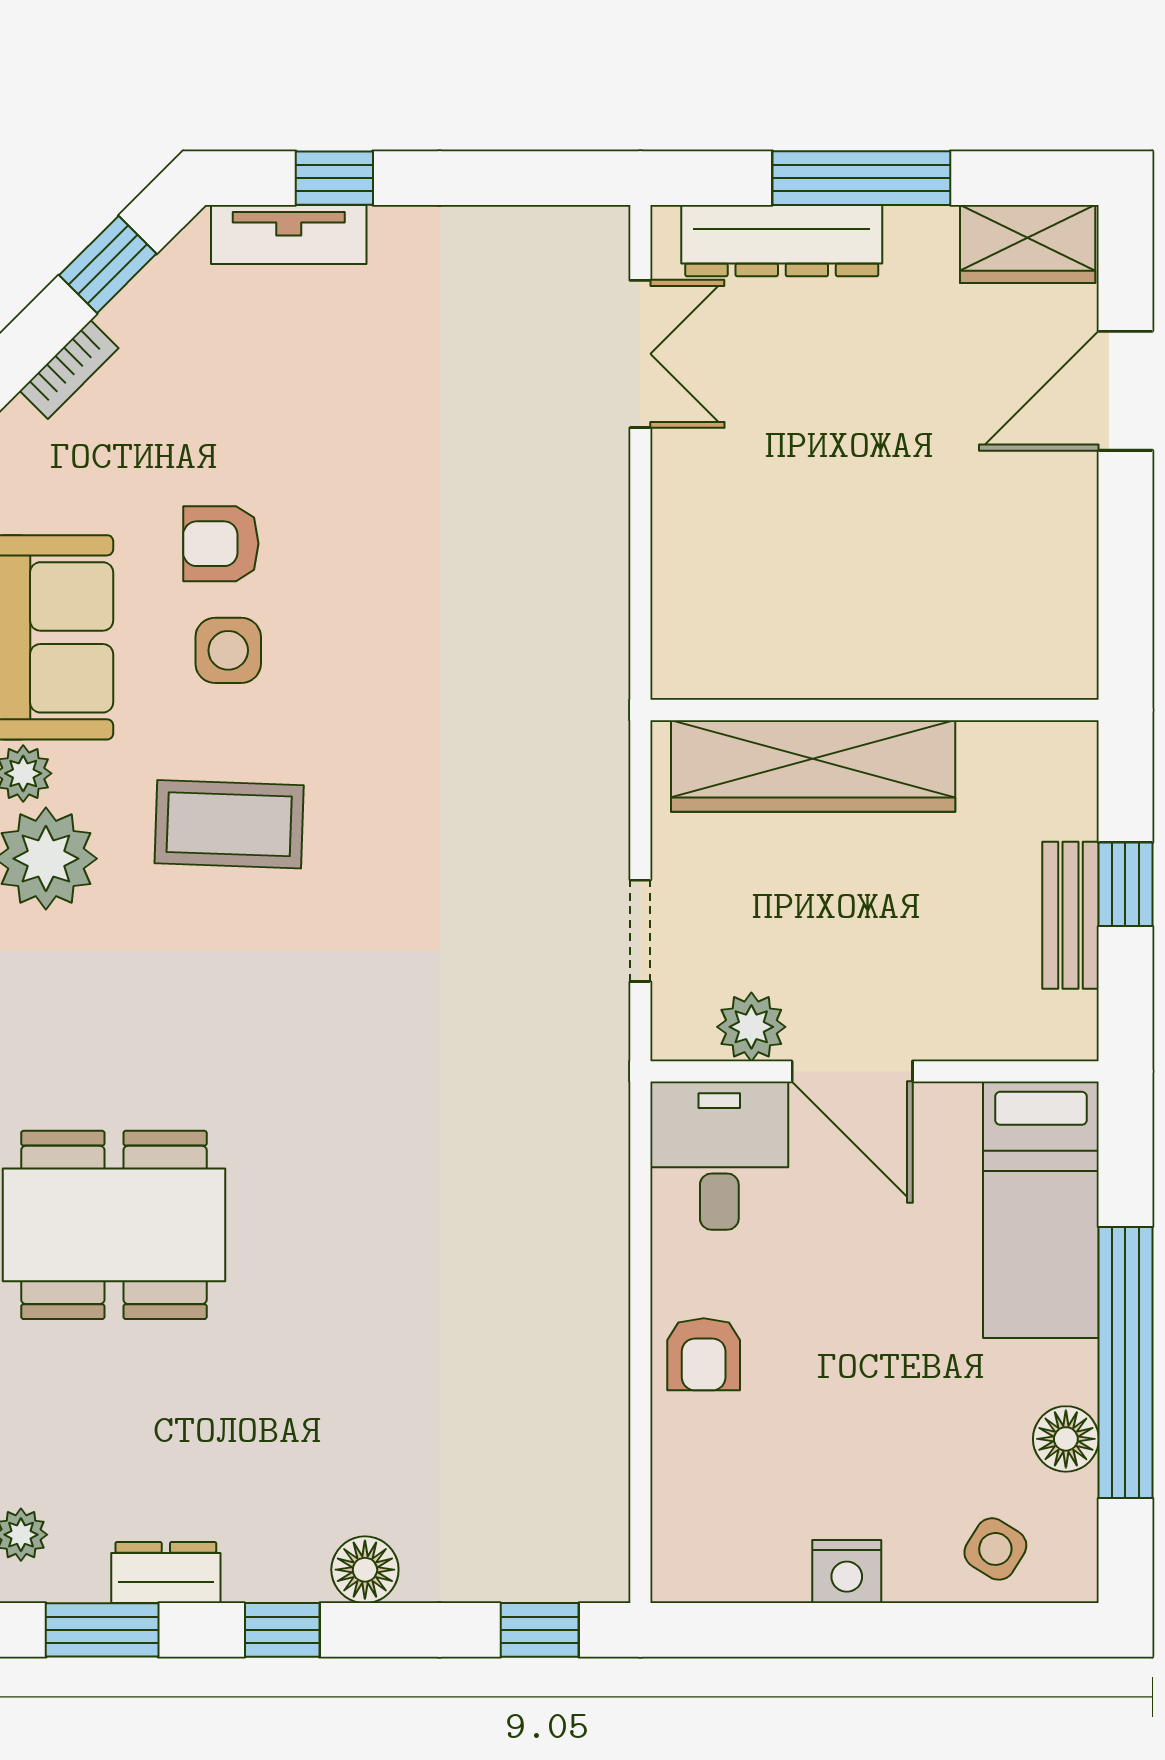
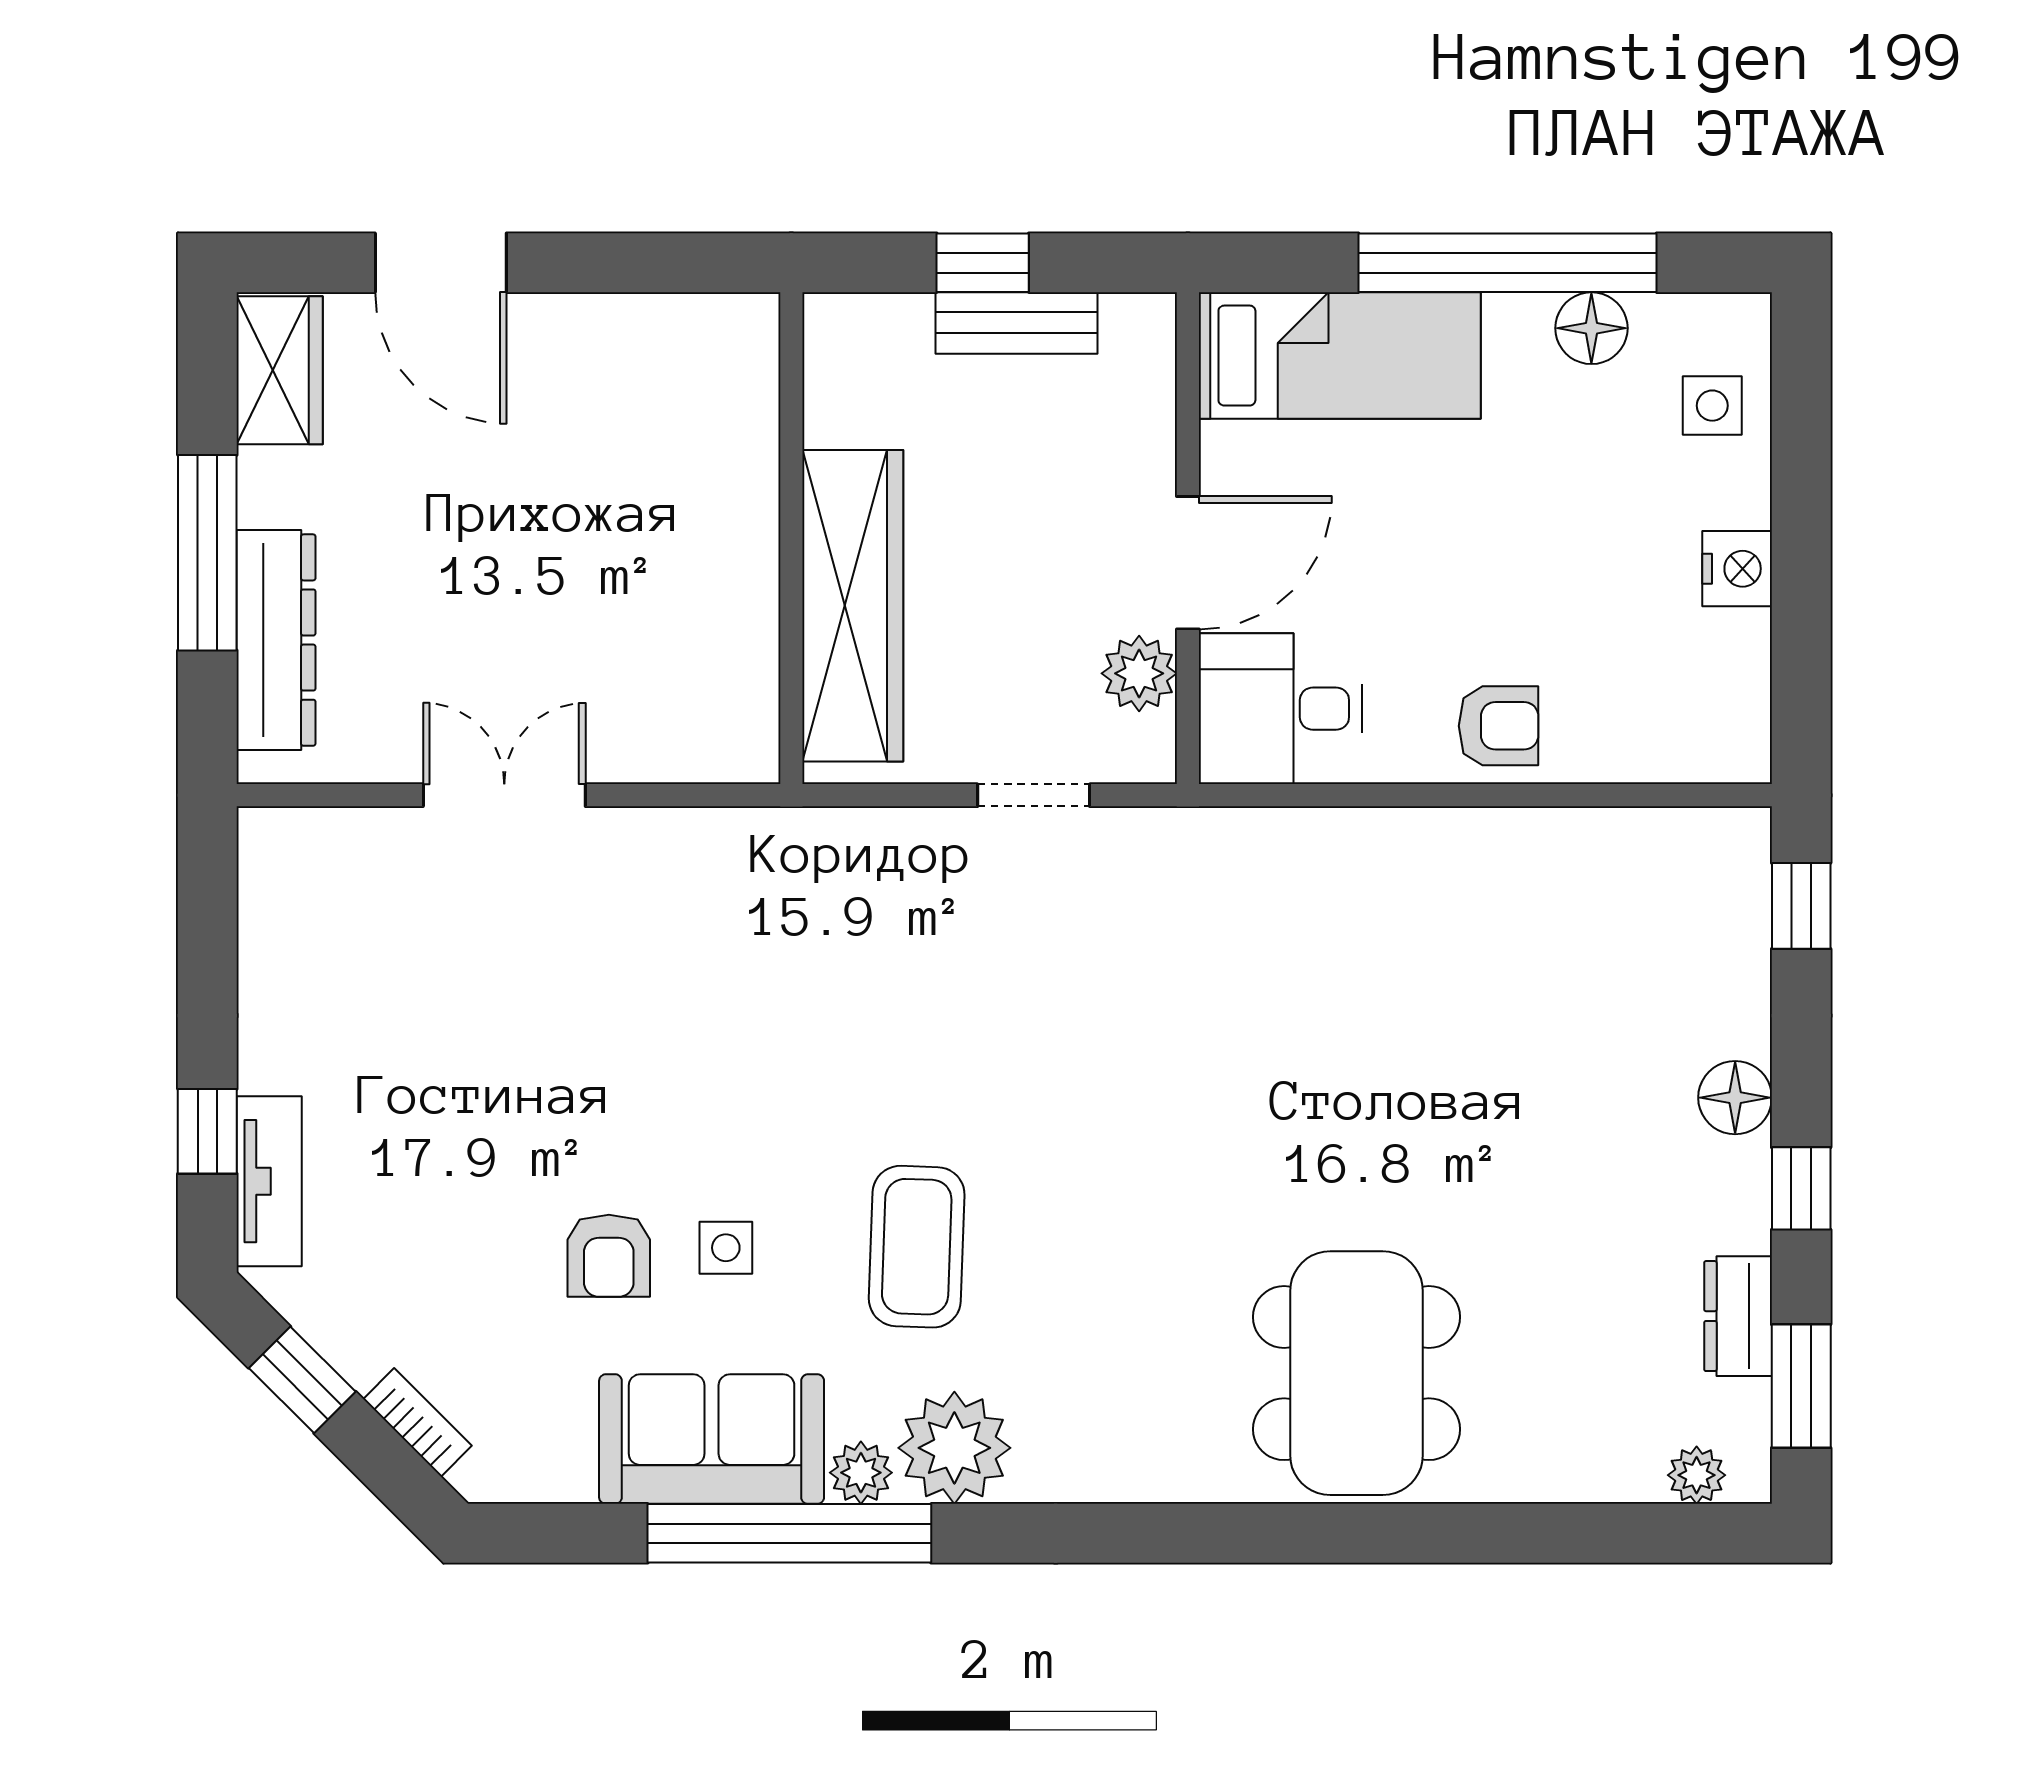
double door: (640, 354) -> (504, 795), moved
side table: (228, 650) -> (726, 1248), width x0.73, depth x0.73
side table: (995, 1549) -> (1712, 406), turned -32

